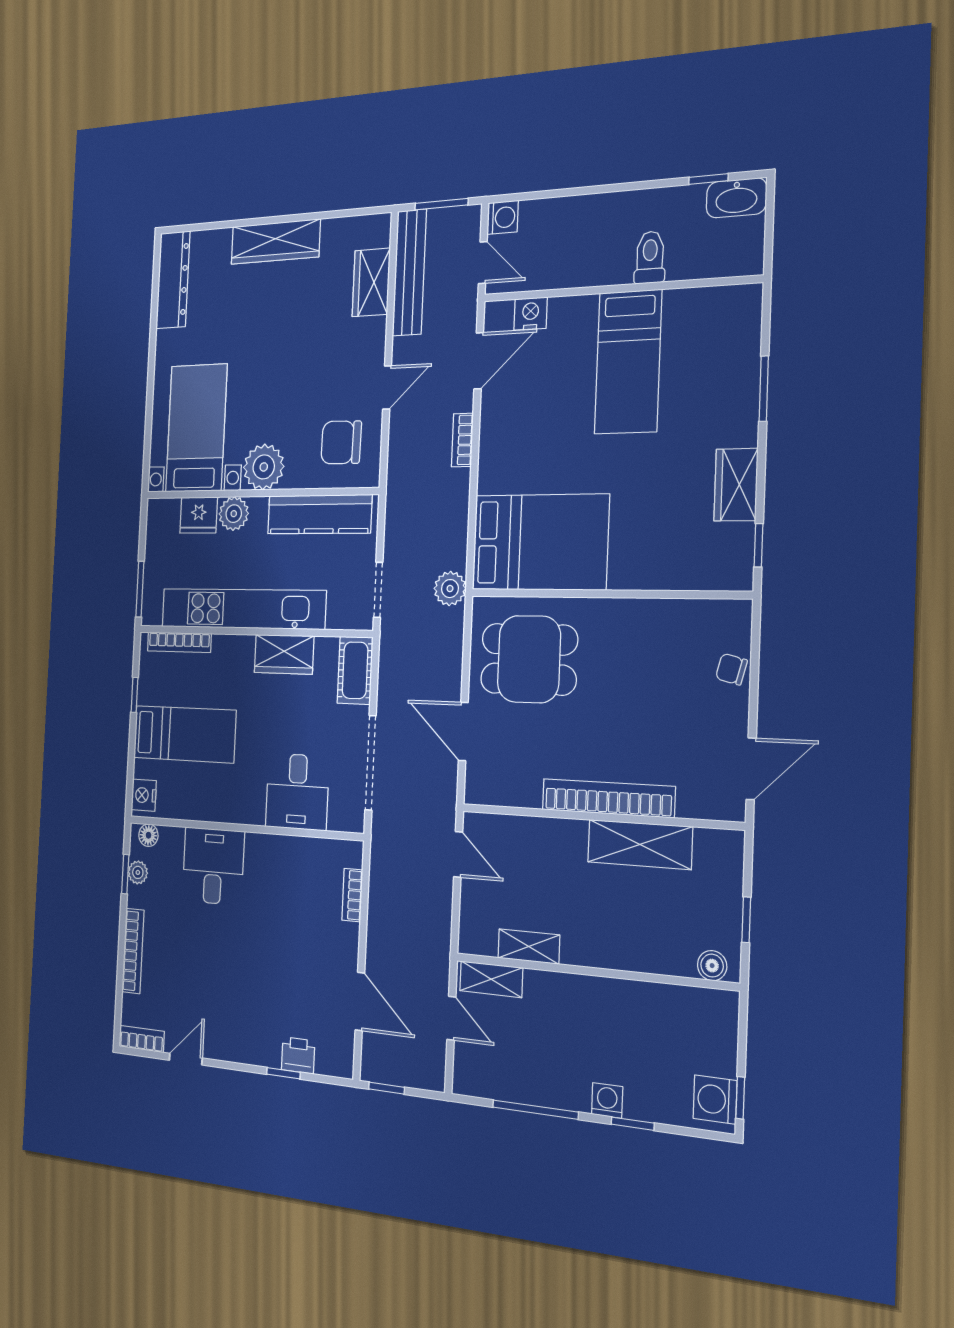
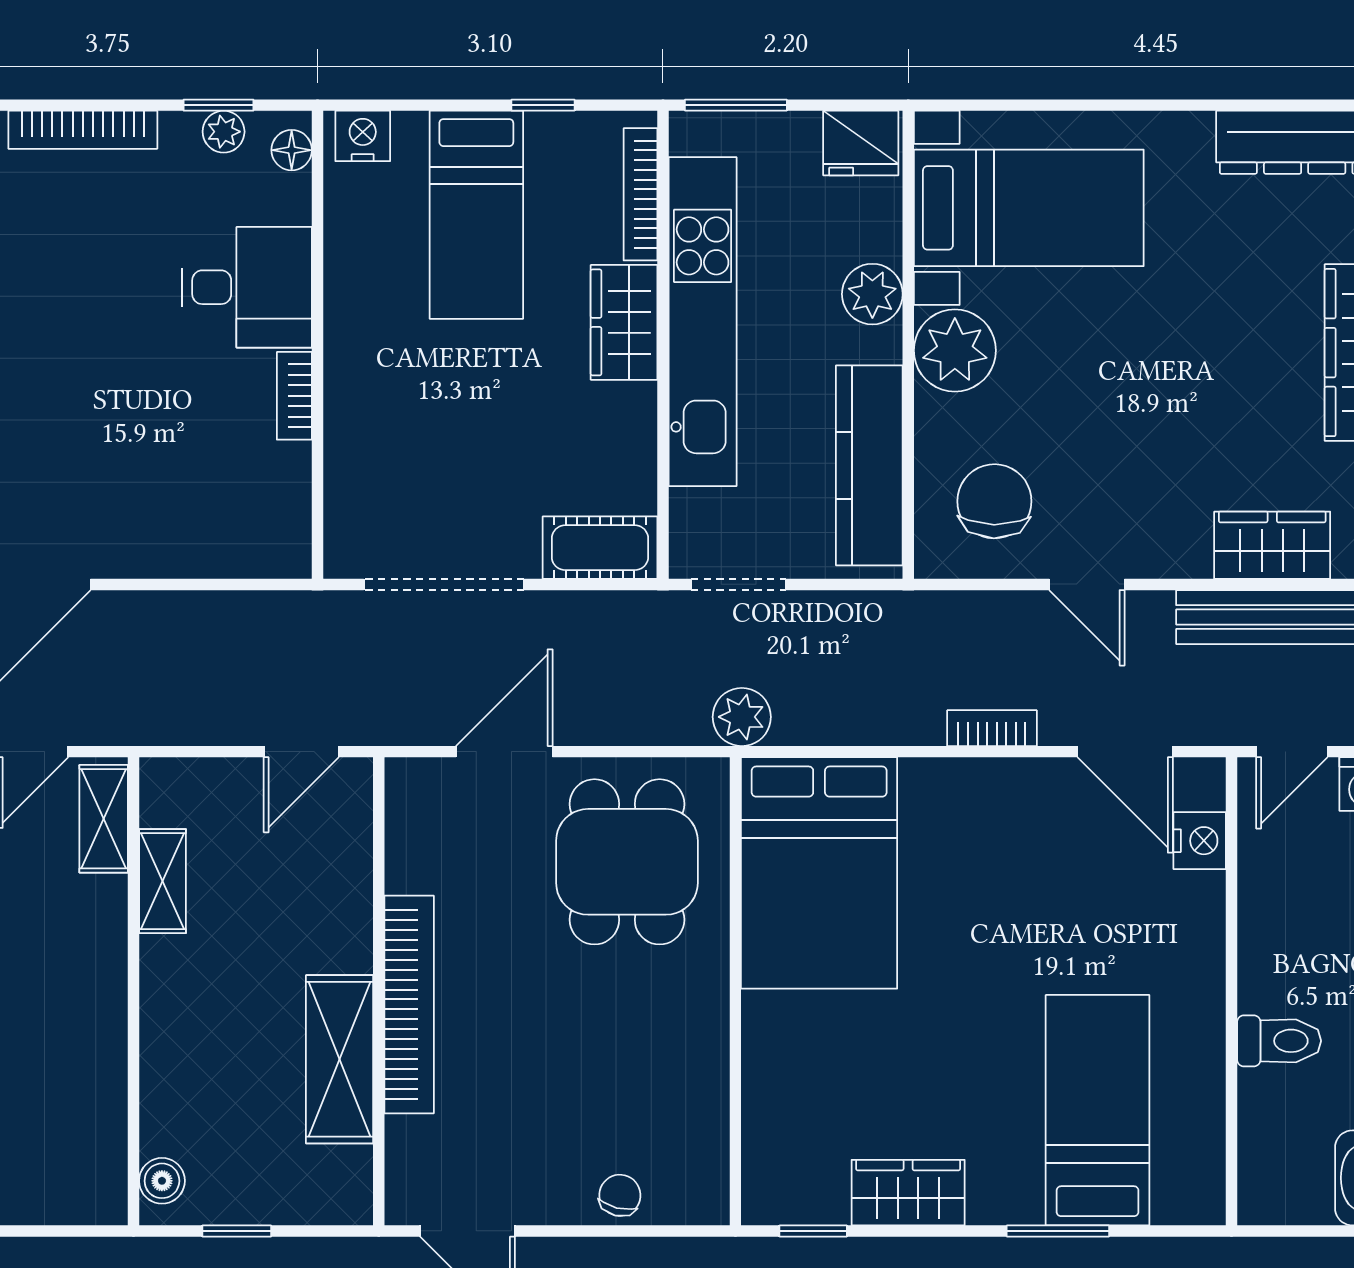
bed: (628, 362) -> (1098, 1110), moved, turned 90
fridge: (199, 515) -> (861, 143), moved, turned -90
wardrobe: (284, 654) -> (624, 322), moved
desk: (297, 792) -> (387, 447), removed
bookcase: (352, 895) -> (294, 396), moved, turned -90

